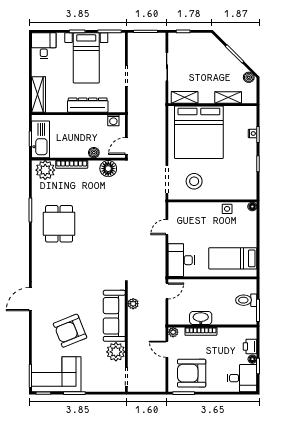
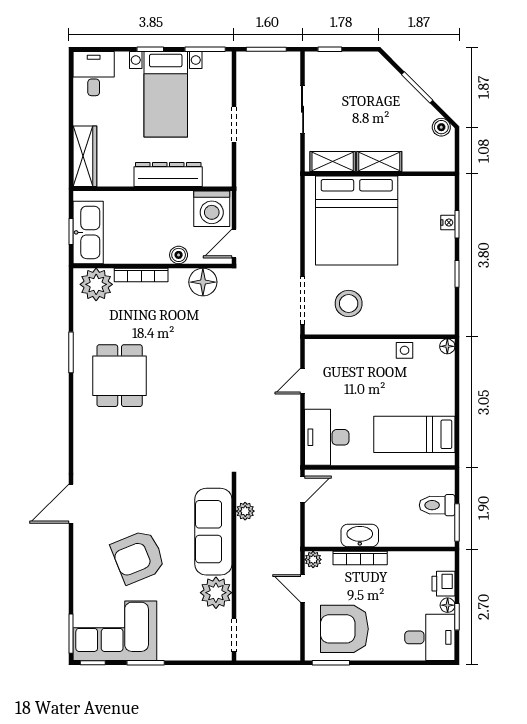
shelving: (228, 98) -> (379, 161), moved
washing machine: (113, 120) -> (212, 209), width x1.89, depth x1.89

